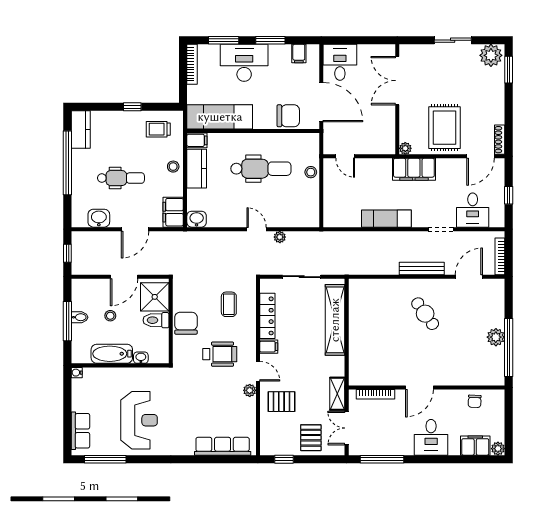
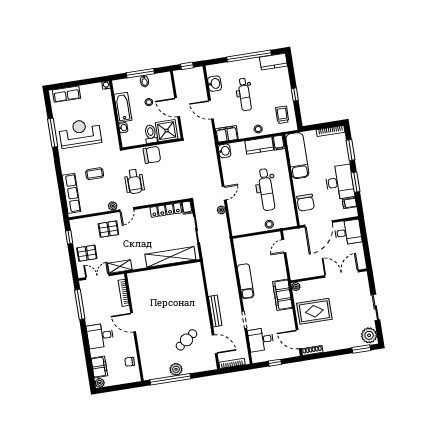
desk: (244, 63) -> (340, 182), moved
coffee table: (229, 304) -> (95, 174), moved
cafe table: (425, 314) -> (186, 340), moved
filing cabinet: (269, 347) -> (187, 208), moved
pallet: (281, 402) -> (108, 229), turned 90
reception desk: (139, 420) -> (80, 133), turned 180
window: (105, 459) -> (53, 133), moved

